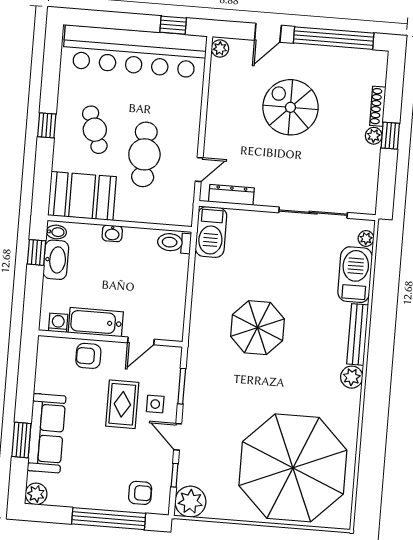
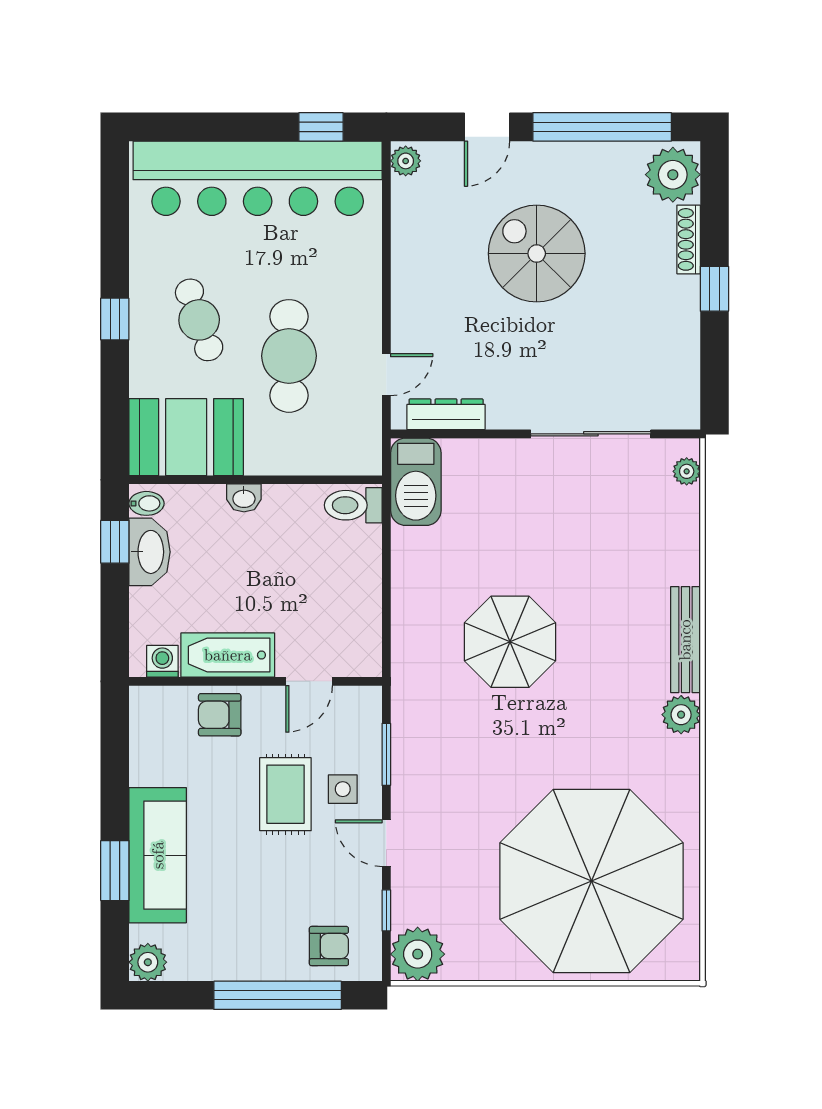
plant: (374, 136) -> (673, 175), moved, width x1.87, depth x1.87
barbecue: (355, 275) -> (673, 536), removed

